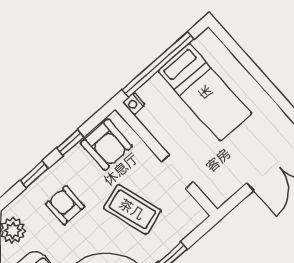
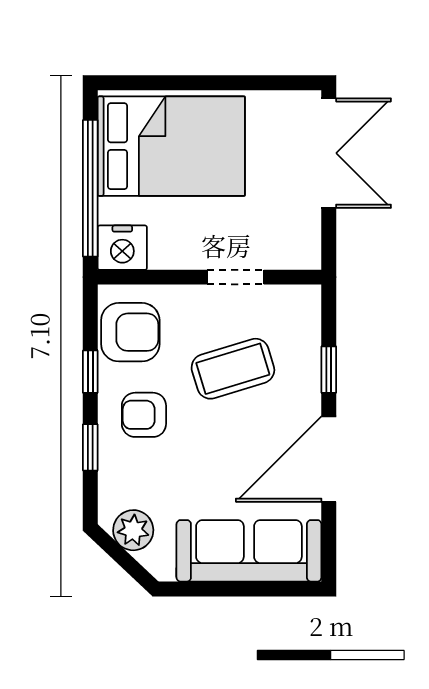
bed: (205, 92) -> (171, 146), width x1.50
nightstand: (134, 104) -> (122, 248), width x1.89, depth x1.79
armchair: (65, 205) -> (144, 415), moved

